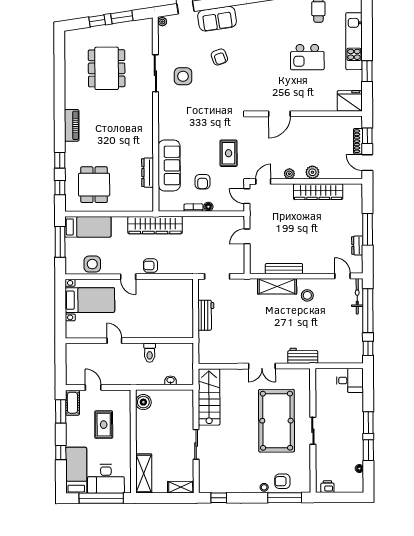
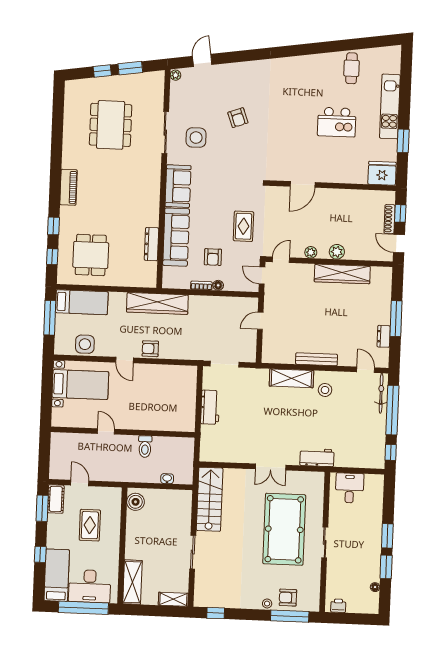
sofa: (217, 19) -> (178, 186), moved, turned -82
bench: (284, 269) -> (316, 359), moved
desk: (350, 380) -> (350, 488), moved, turned -90

